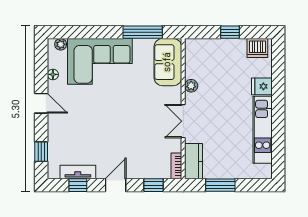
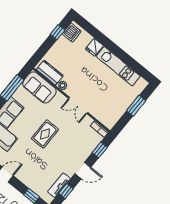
window: (230, 32) -> (58, 32), moved
rug: (122, 110) -> (45, 134), added
kitchen counter: (194, 161) -> (50, 73), moved
door: (116, 185) -> (83, 170), swing flipped
window: (220, 185) -> (136, 106), moved

